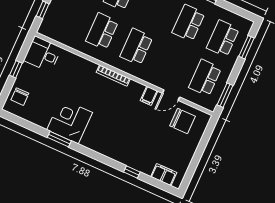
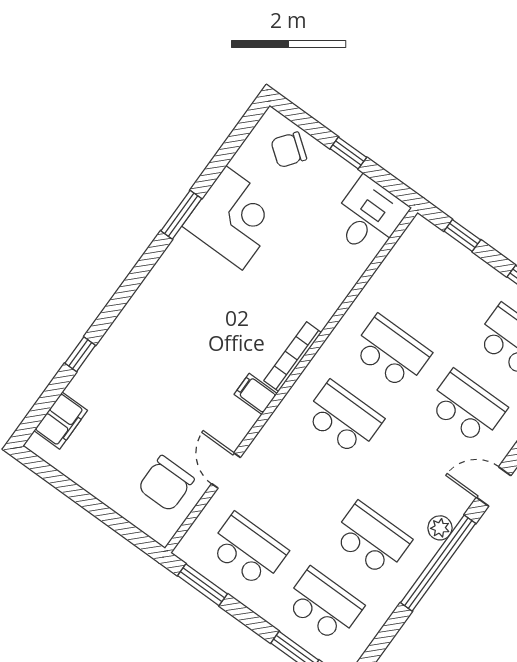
filing cabinet: (149, 96) -> (256, 394), moved
chair: (20, 97) -> (289, 150), turned -53
corner desk: (70, 121) -> (234, 218), moved

